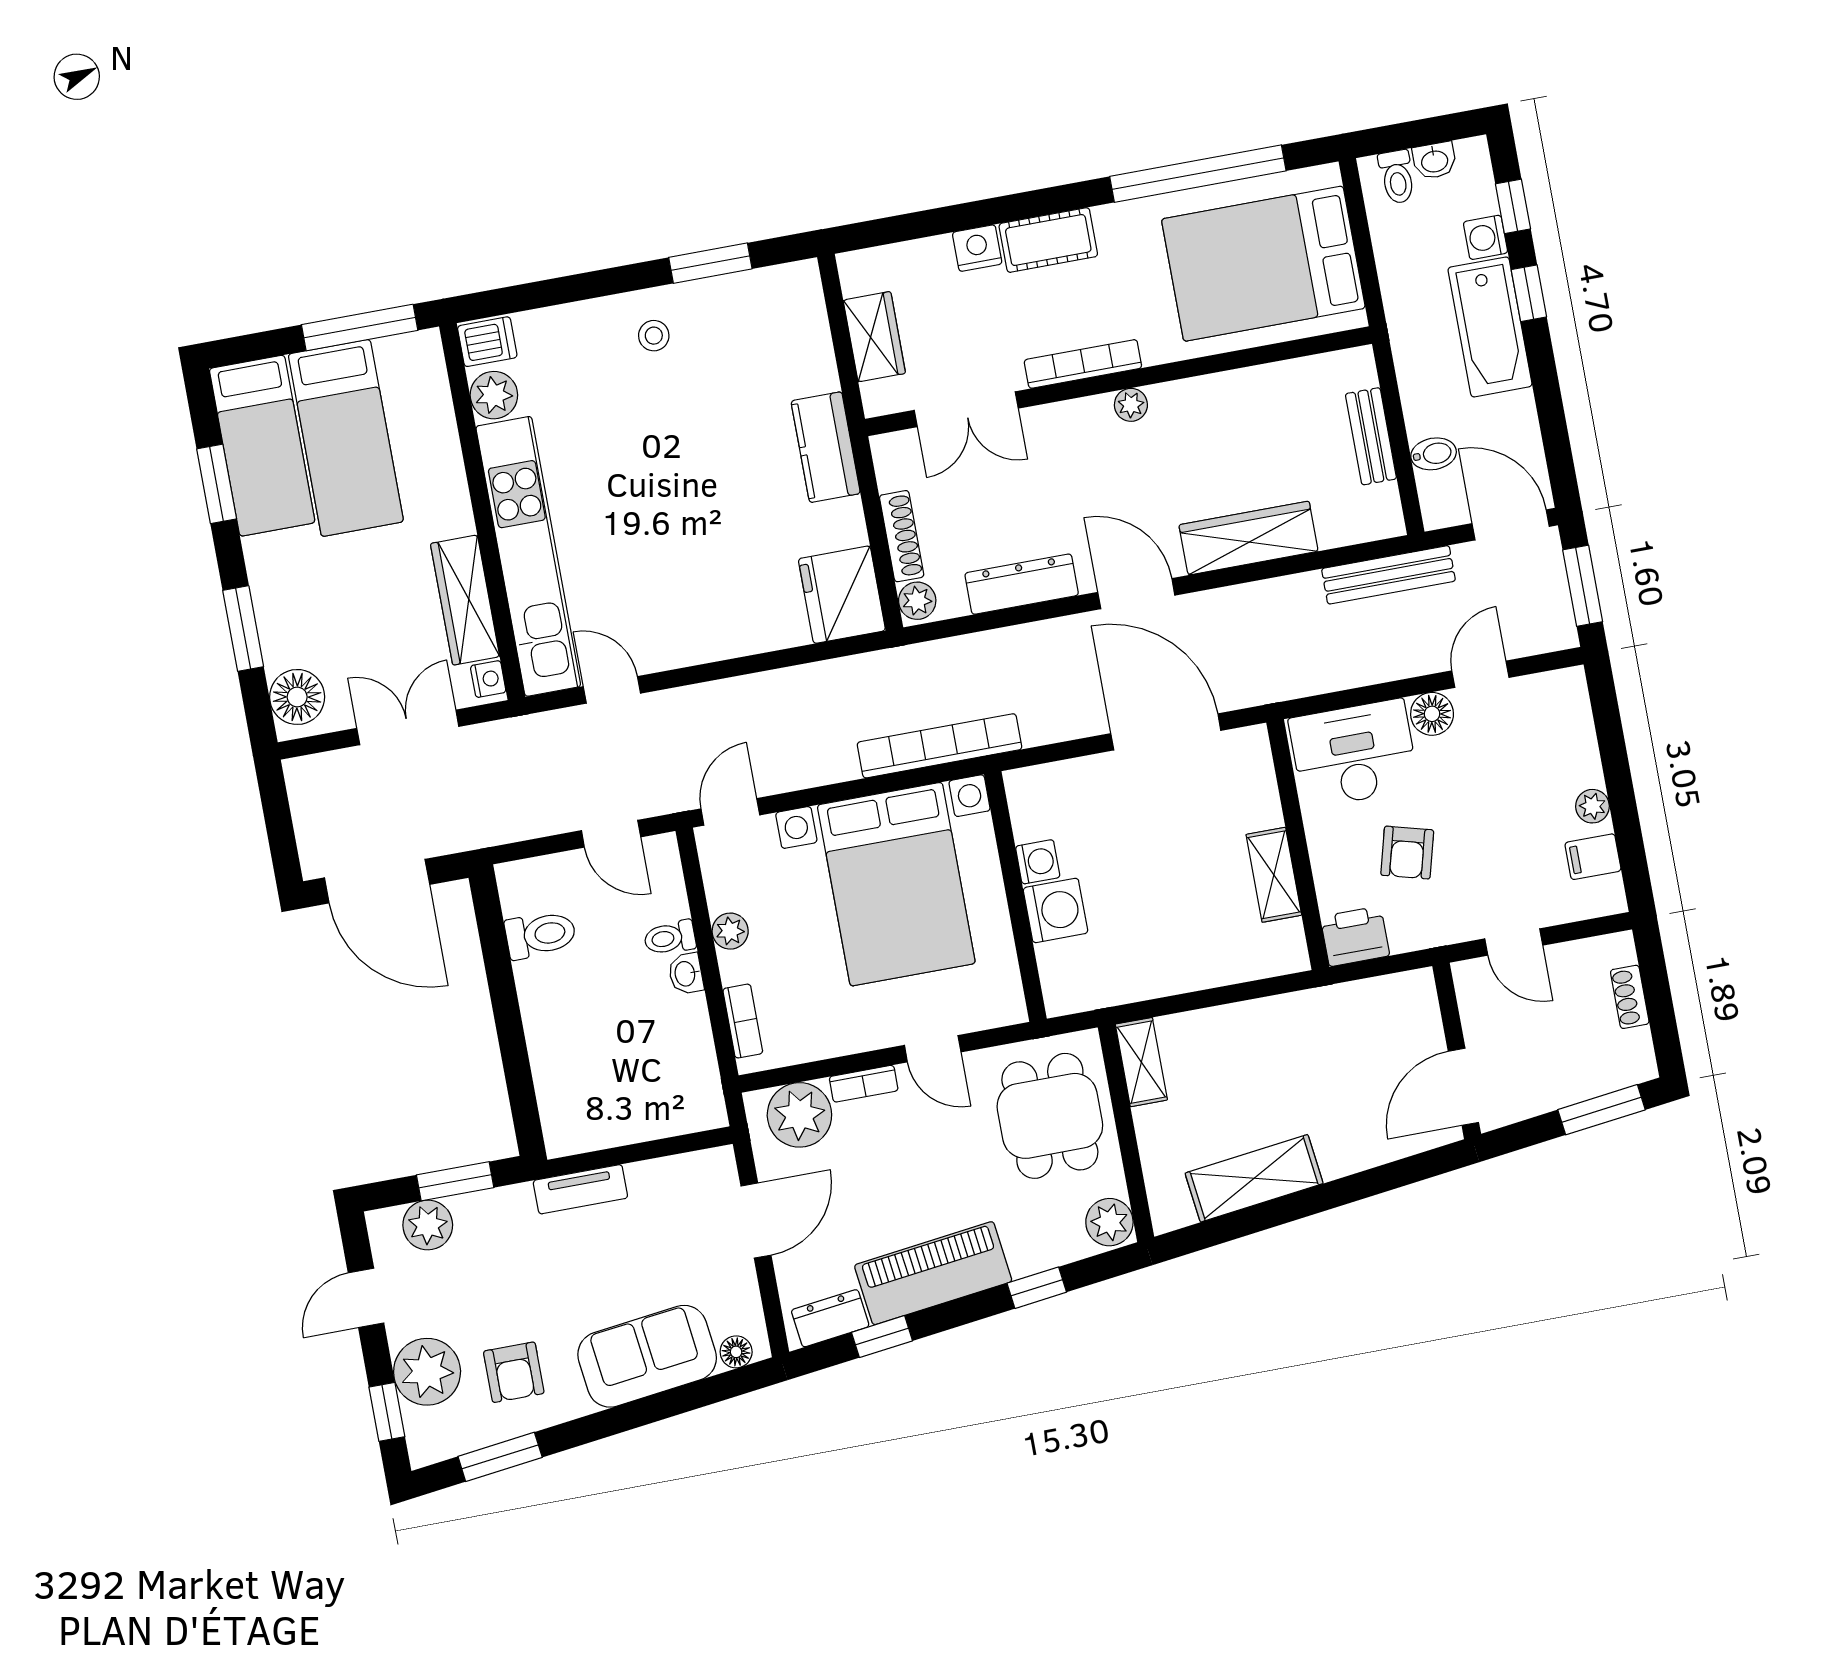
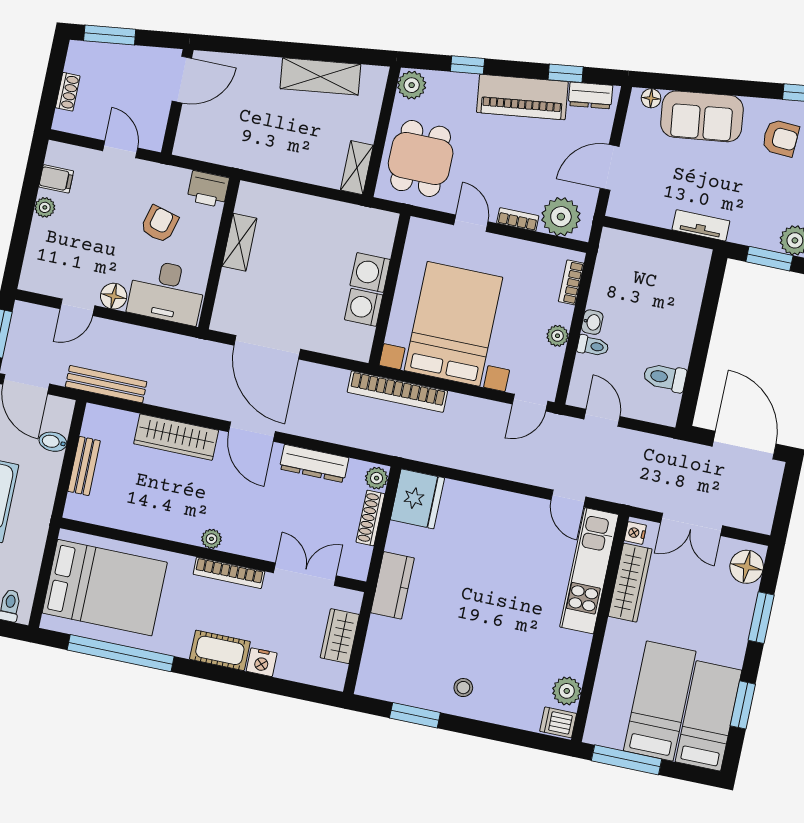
kitchen unit: (528, 556) -> (589, 571), width x0.73
washing machine: (1038, 862) -> (364, 307), width x1.38, depth x1.38
armchair: (514, 1372) -> (780, 138), turned 93

